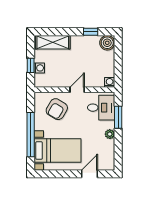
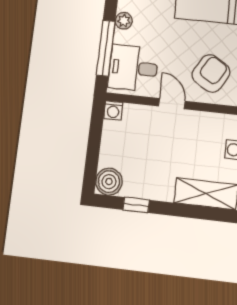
door: (77, 90) -> (172, 104), swing flipped
window: (118, 117) -> (106, 48), width x1.44

